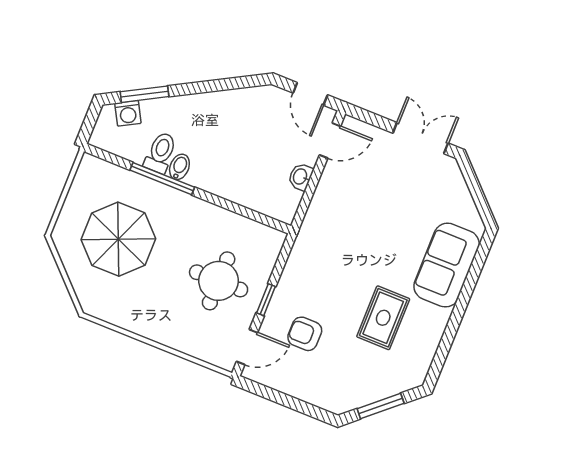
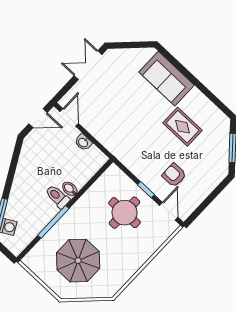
toilet: (160, 153) -> (57, 197), moved
bidet: (179, 167) -> (70, 189), moved
armchair: (305, 334) -> (174, 175), turned 90

